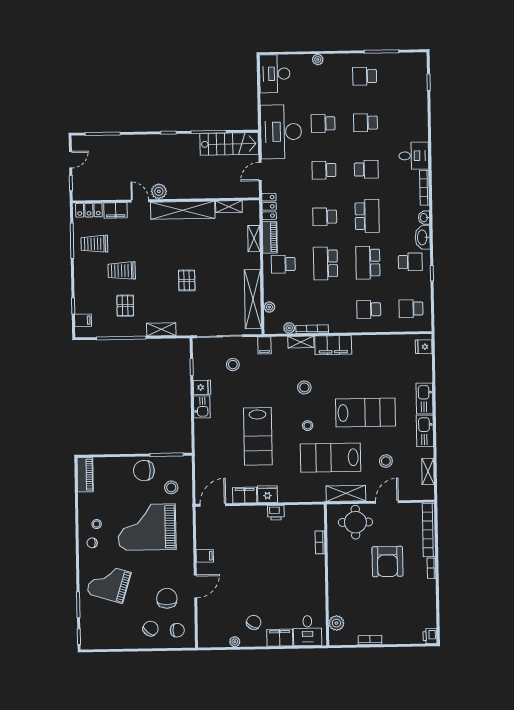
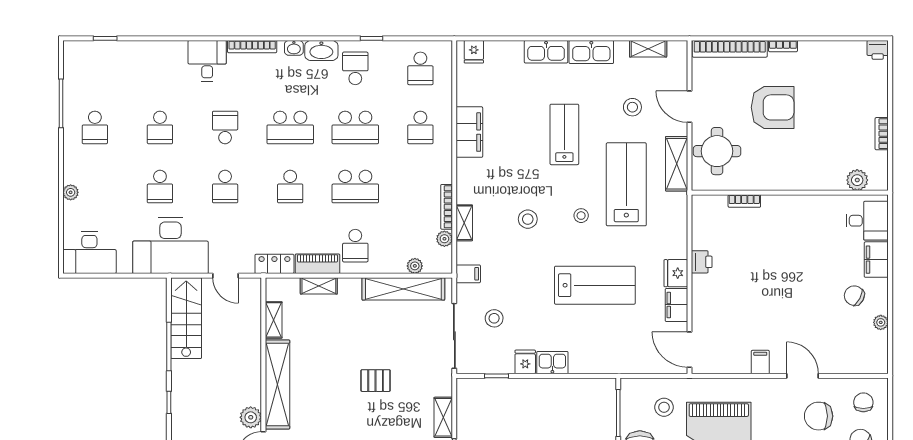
school desk: (367, 216) -> (290, 127), turned 180
filing cabinet: (333, 345) -> (469, 132), moved
lab bench: (366, 413) -> (564, 134), width x0.73, depth x0.72
lab bench: (331, 458) -> (626, 184), turned 180

